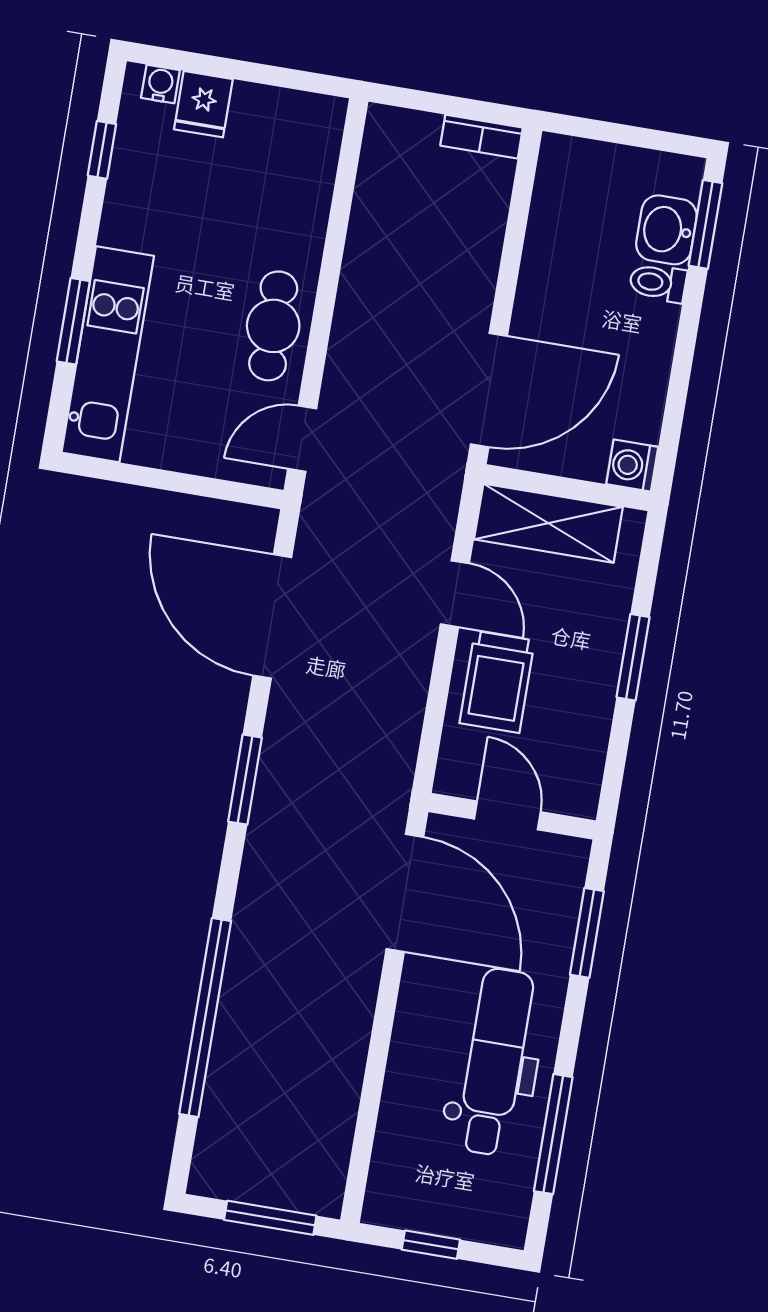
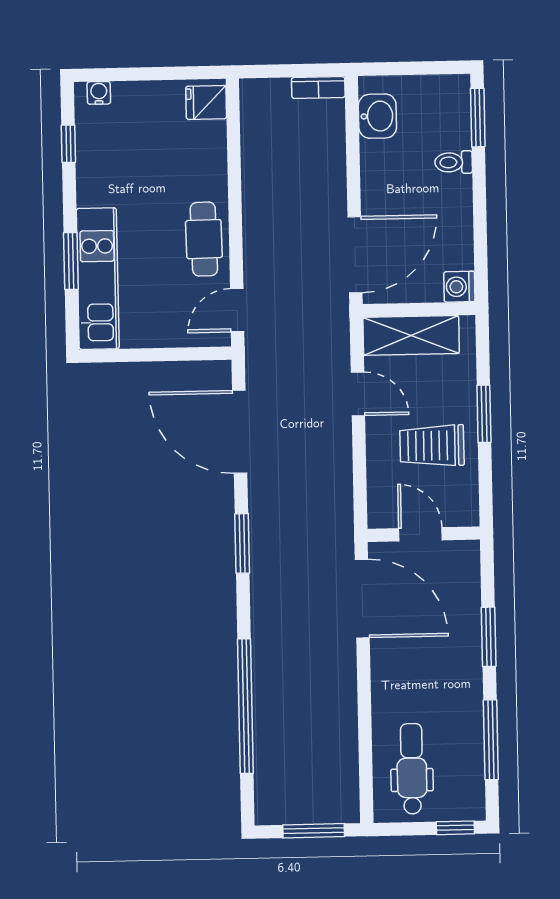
fridge: (203, 104) -> (206, 103), moved, turned 90
washbasin: (666, 230) -> (377, 116), moved, turned 180
trolley: (497, 682) -> (432, 446), moved, turned 90
window: (587, 933) -> (489, 637), moved
dental chair: (495, 1062) -> (412, 769), moved, width x0.73, depth x0.72
window: (431, 1245) -> (455, 828), moved

